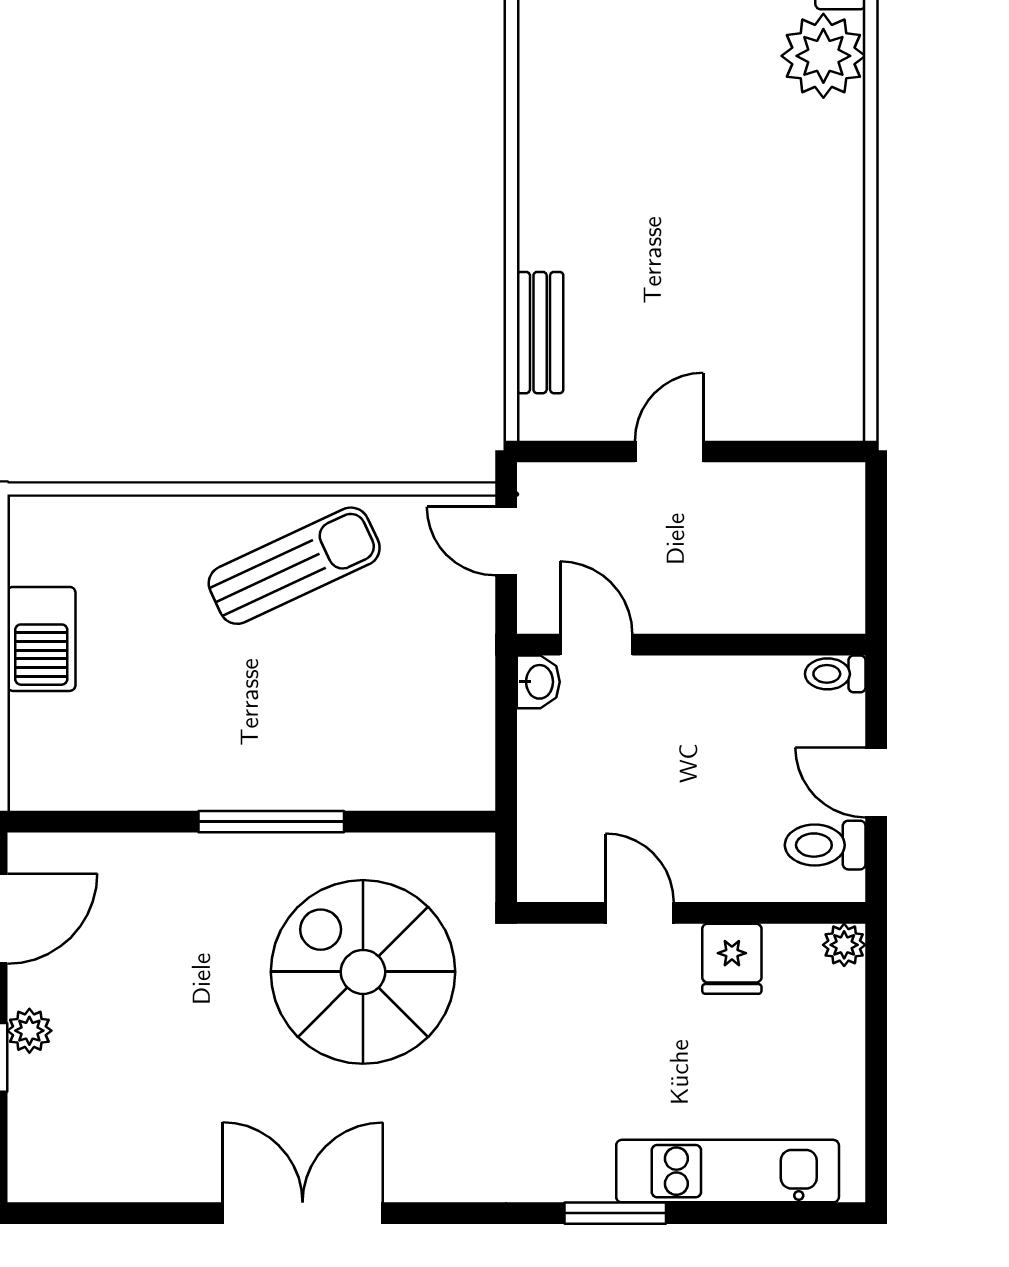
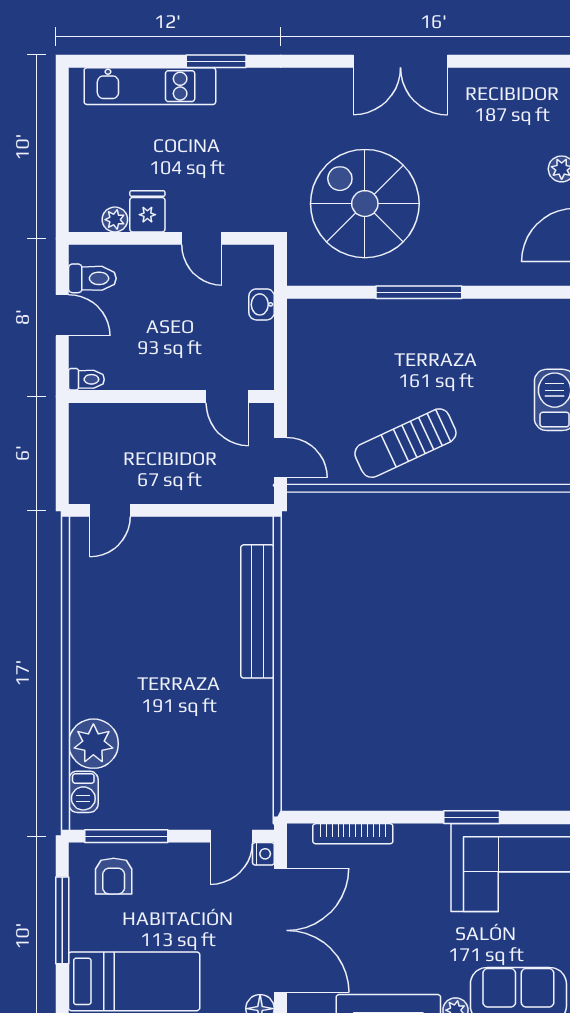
bench: (540, 333) -> (258, 611), width x1.86, depth x1.21
door: (669, 451) -> (110, 510), moved
washbasin: (538, 682) -> (262, 304), moved
plant: (844, 945) -> (115, 220), moved
spiral stairs: (363, 972) -> (365, 204), turned 180

